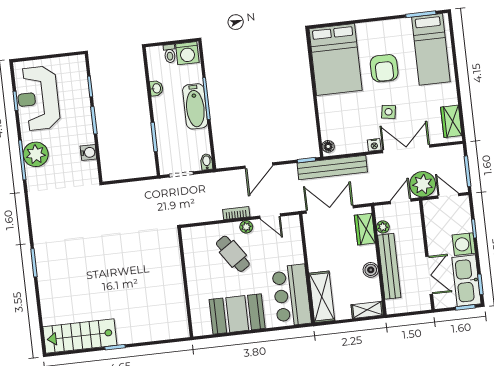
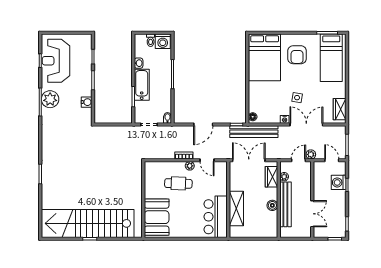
armchair: (384, 68) -> (297, 55), moved
bathtub: (195, 106) -> (142, 85), moved, turned 180
plant: (423, 184) -> (311, 154), width x0.53, depth x0.53
washing machine: (464, 244) -> (339, 182), moved
cafe table: (233, 254) -> (178, 183), turned -54
kitchen sink: (466, 281) -> (338, 220), removed
shelving: (322, 297) -> (236, 209), moved
shelving: (367, 310) -> (267, 233), removed
booth: (237, 314) -> (157, 217), moved, turned 90
stairs: (80, 336) -> (88, 223), width x1.86, depth x1.51

